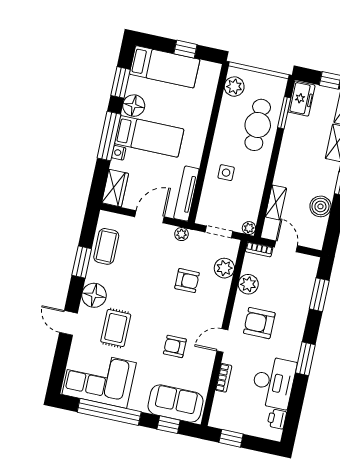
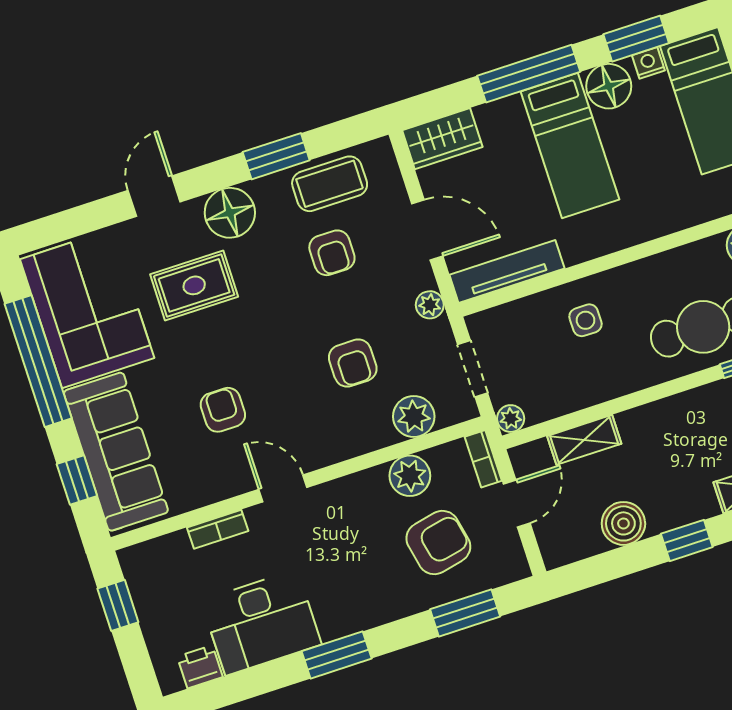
nightstand: (119, 153) -> (648, 63), moved
armchair: (136, 262) -> (332, 253), added
armchair: (259, 323) -> (438, 543), moved, turned 78
sofa: (175, 404) -> (116, 452), width x1.36

